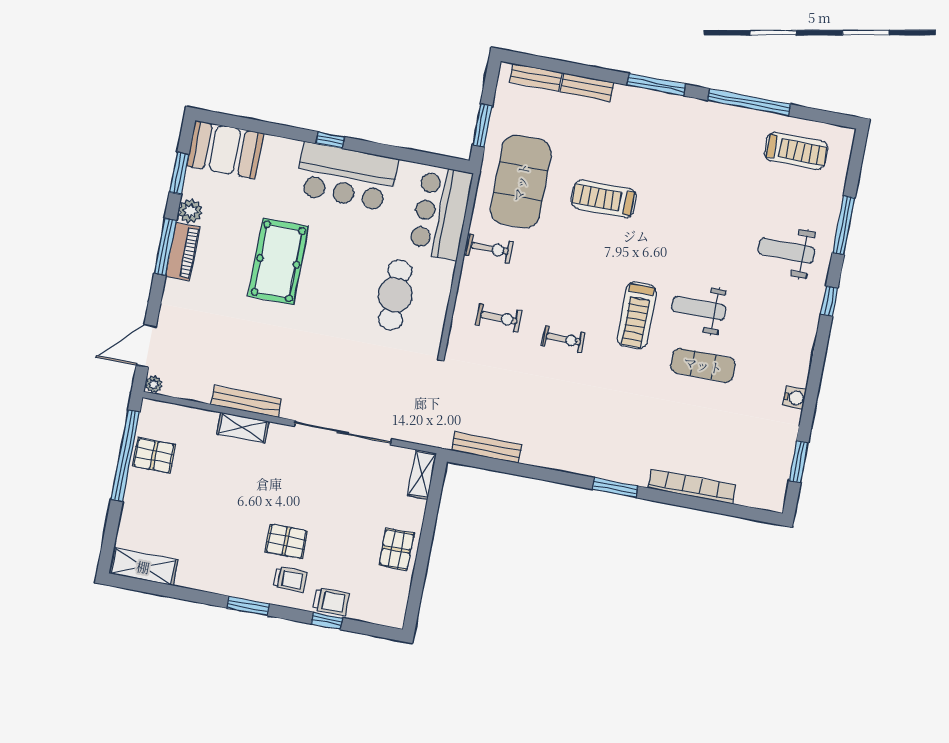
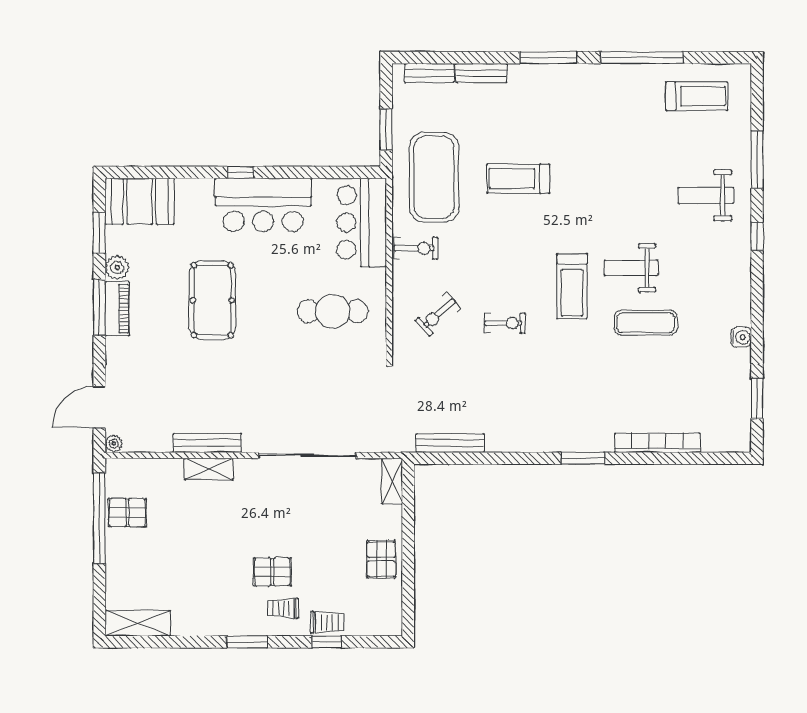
cafe table: (395, 295) -> (333, 311), turned 90
exercise bike: (499, 318) -> (438, 314), turned 138
trolley: (290, 579) -> (283, 608), turned 180

